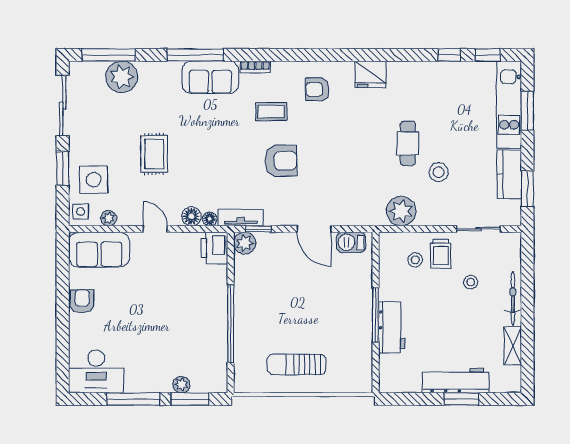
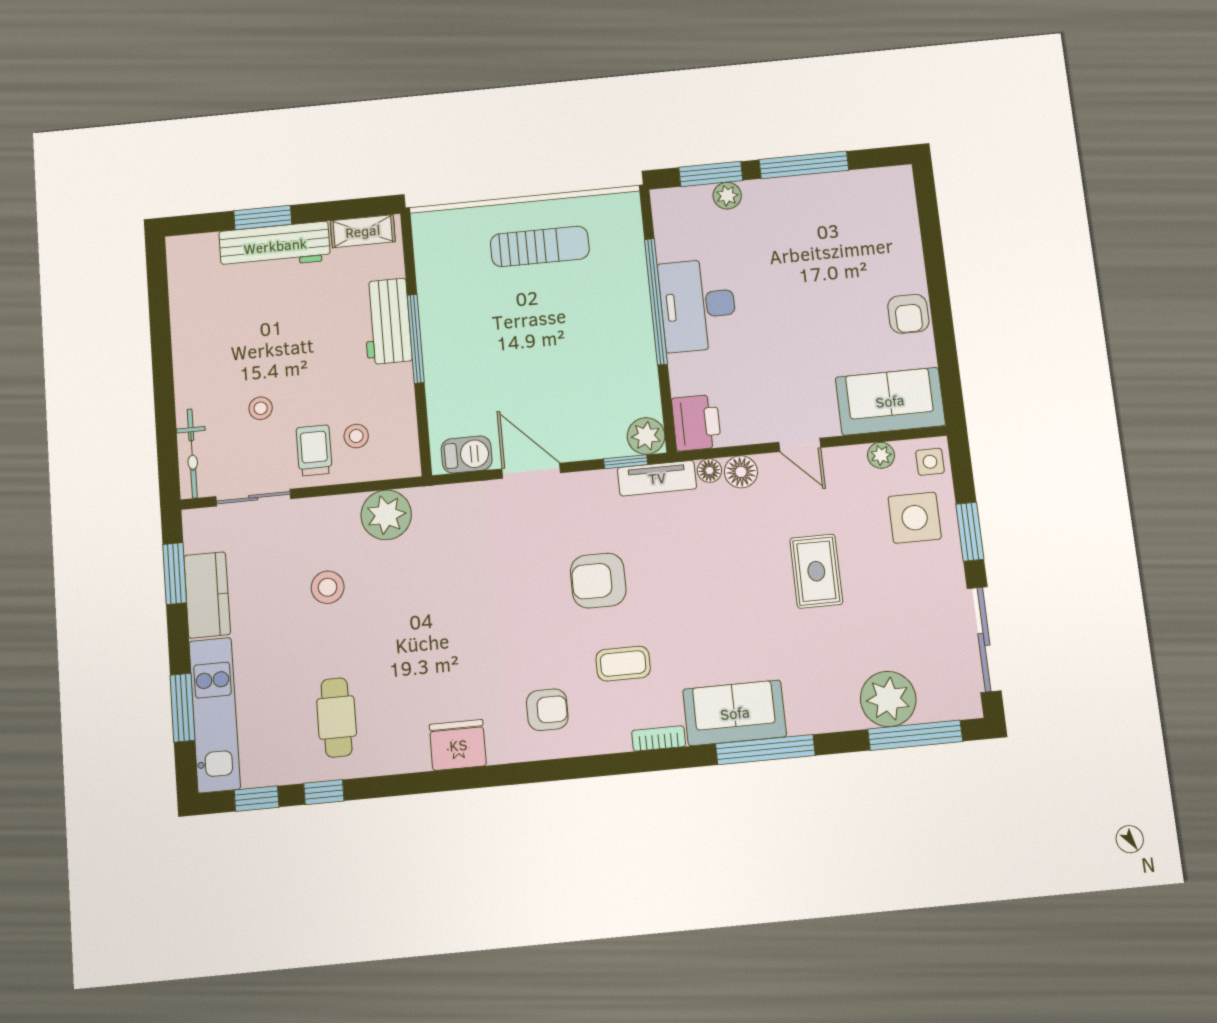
cafe table: (408, 143) -> (336, 717), moved
bicycle: (513, 298) -> (192, 453), moved
shelving: (513, 346) -> (363, 231), moved, turned 90
desk: (96, 371) -> (698, 305), moved, turned -90

